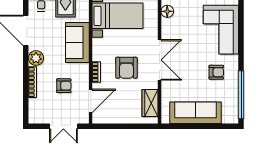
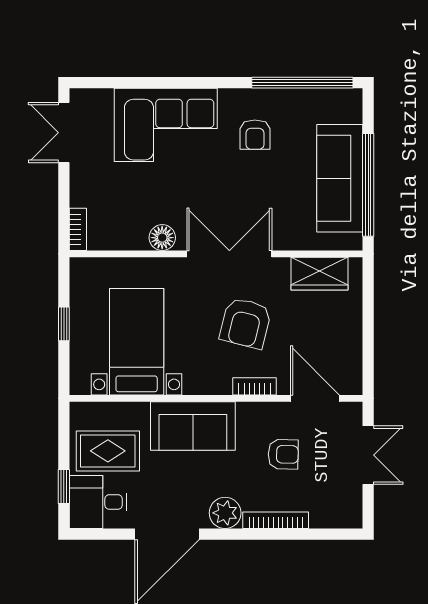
floor lamp: (167, 11) -> (162, 238), moved
armchair: (126, 68) -> (245, 323), turned 104
armchair: (216, 72) -> (255, 135), turned 180
armchair: (64, 86) -> (283, 454), turned 91
window: (192, 126) -> (368, 185), added

